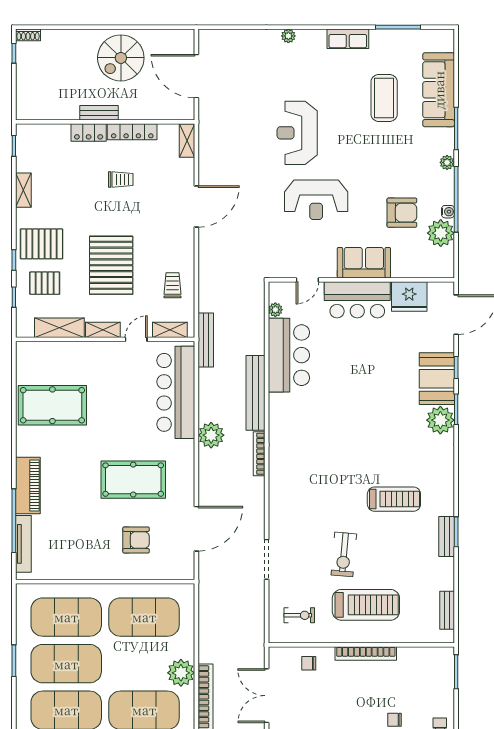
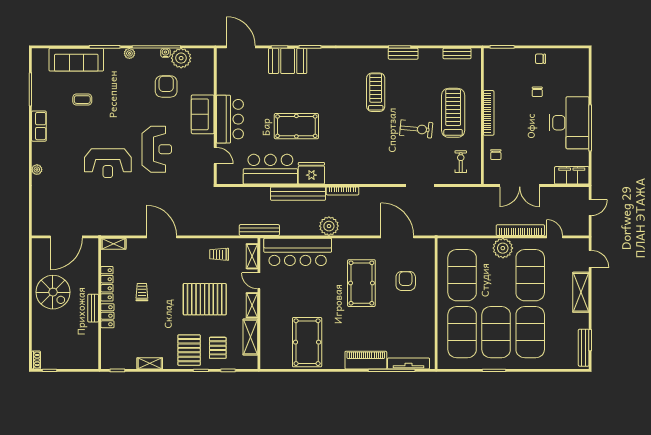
coffee table: (384, 98) -> (82, 100), width x0.54, depth x0.58
fridge: (409, 296) -> (311, 173), moved, turned -90
plant: (275, 310) -> (237, 179), removed
pool table: (348, 391) -> (296, 126), added
plant: (440, 420) -> (318, 58), removed

